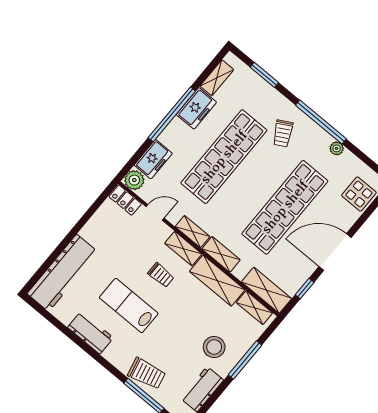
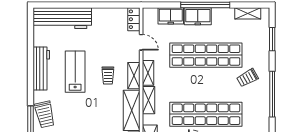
freezer: (196, 108) -> (198, 16), moved
plant: (337, 148) -> (264, 116), removed
plant: (134, 180) -> (150, 15), removed
workbench: (90, 333) -> (41, 69), width x1.38

